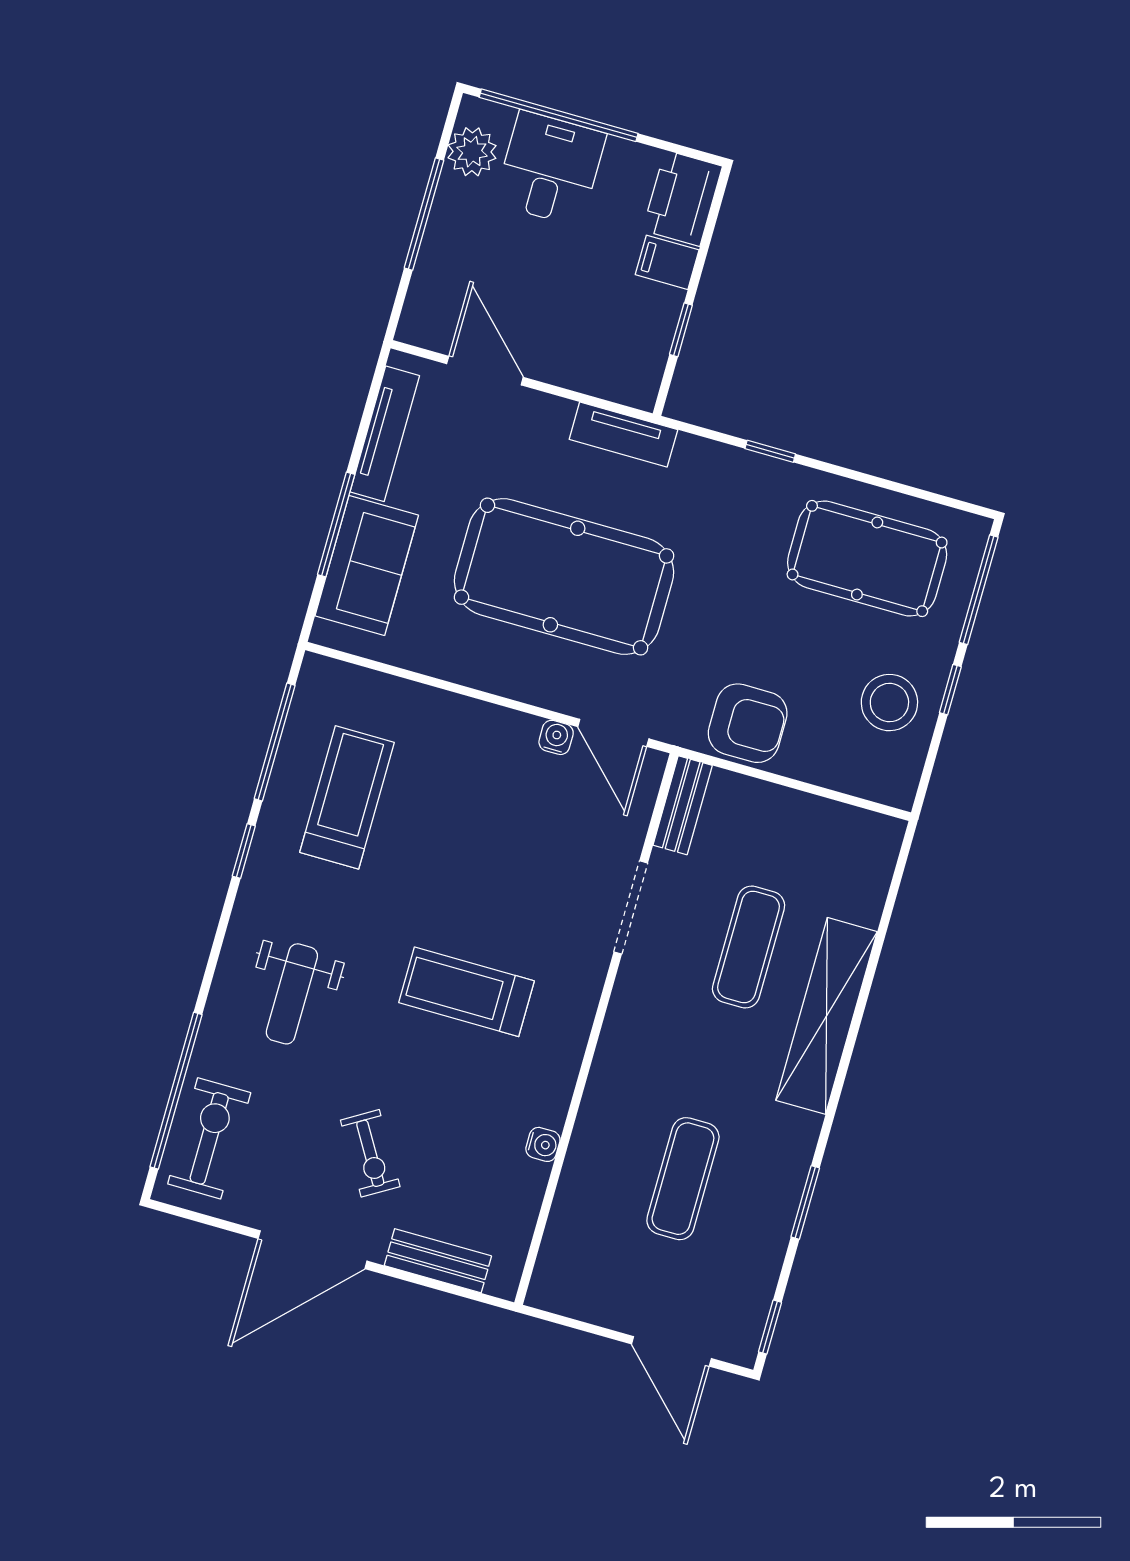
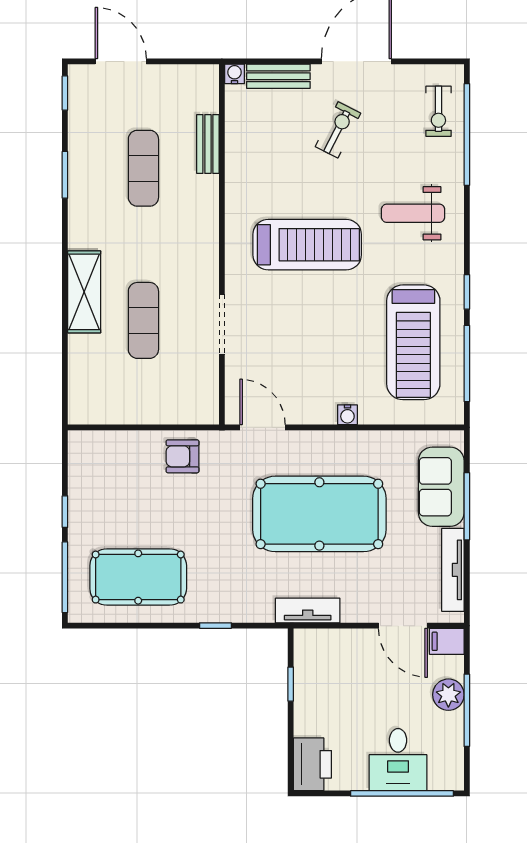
plant: (472, 152) -> (448, 695), moved
filing cabinet: (667, 262) -> (447, 641), moved, turned 180
stool: (889, 703) -> (100, 493), removed
armchair: (748, 723) -> (183, 456), width x0.72, depth x0.72
water cooler: (556, 737) -> (347, 415), moved
treadmill: (347, 797) -> (413, 342), width x1.37, depth x1.38
bench: (683, 805) -> (208, 144), moved
treadmill: (467, 992) -> (307, 245), width x1.37, depth x1.38
weight bench: (292, 994) -> (413, 213), turned -90
shelving: (827, 1016) -> (84, 292), width x0.68
exercise bike: (209, 1138) -> (438, 111), width x0.73, depth x0.72
water cooler: (543, 1144) -> (234, 74), moved, turned 90
exercise bike: (370, 1153) -> (338, 130), turned 58

